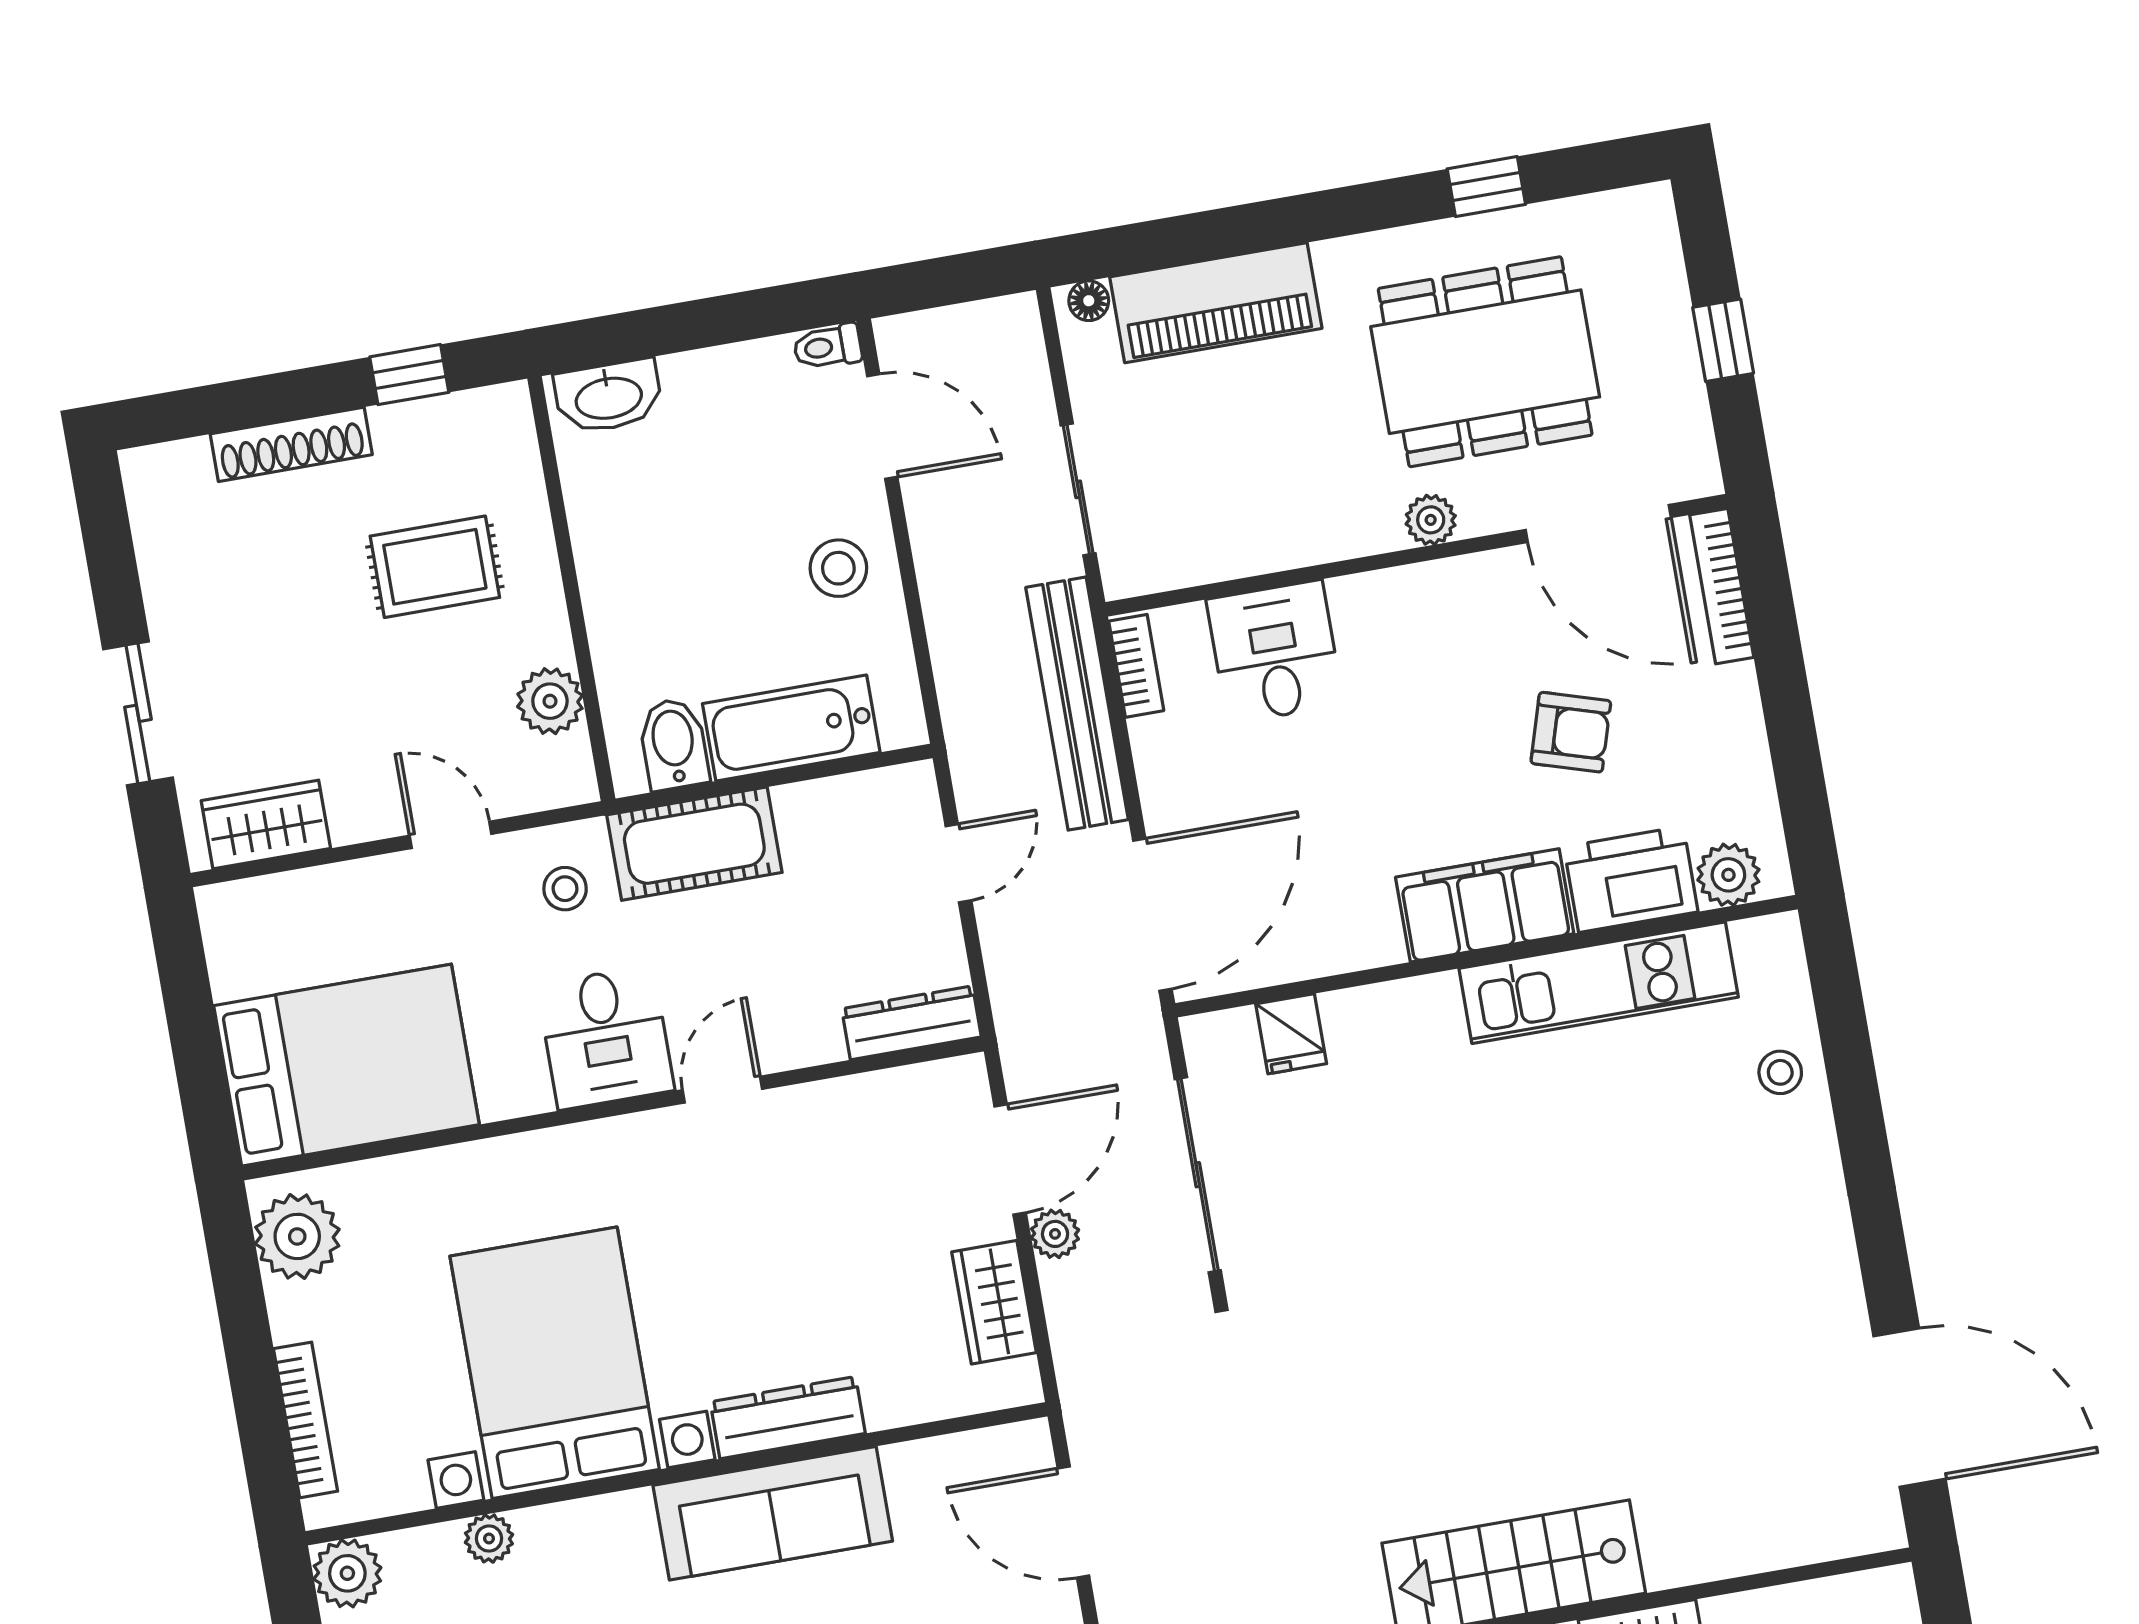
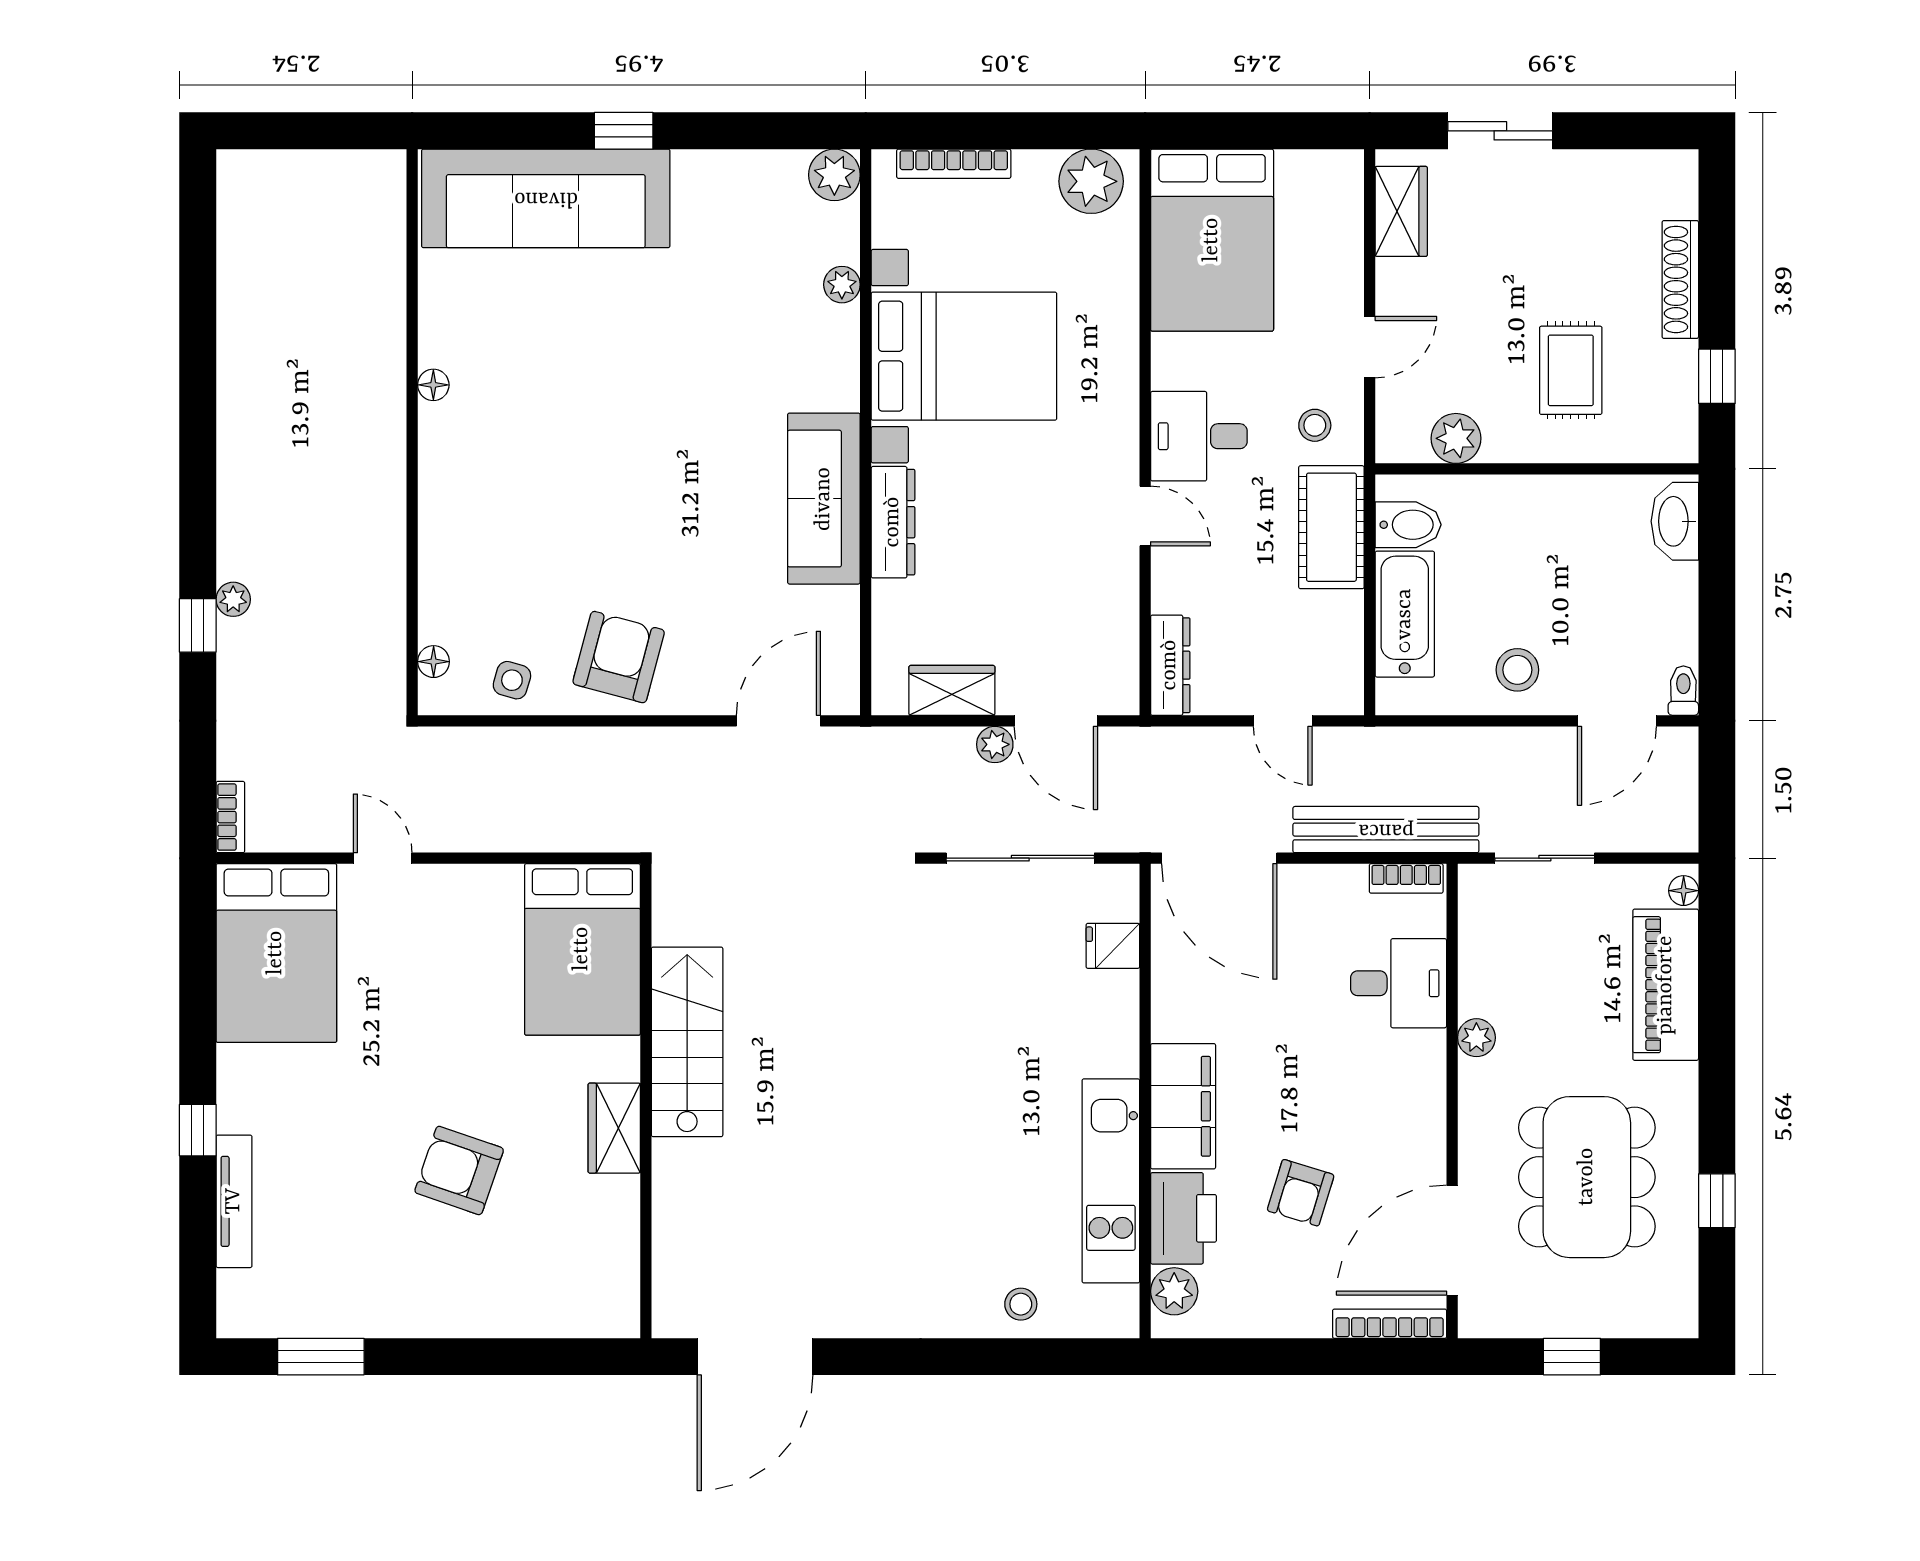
plant: (1431, 520) -> (1476, 1038), moved

